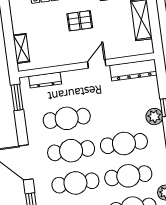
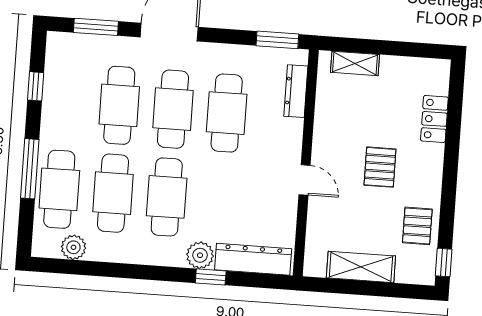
dresser: (133, 70) -> (253, 259), moved, turned 90

